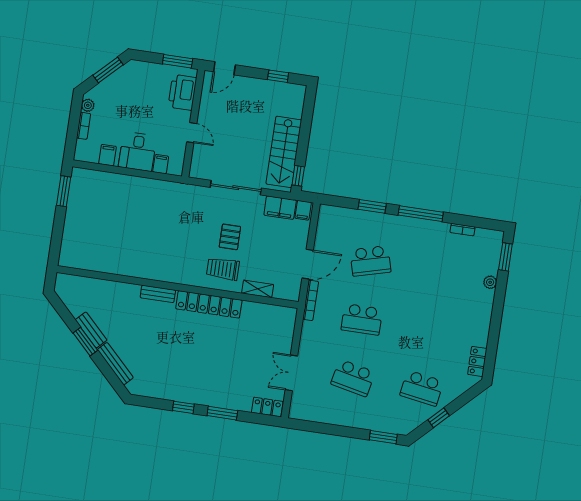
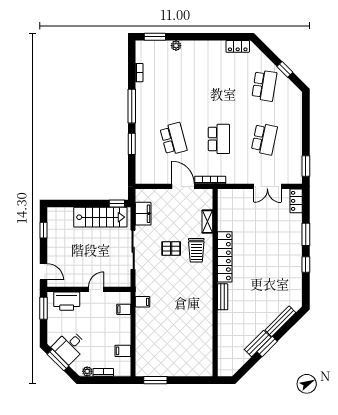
desk: (137, 151) -> (69, 347), moved, turned 135
filing cabinet: (303, 210) -> (143, 302), moved
window: (383, 437) -> (306, 166), moved

